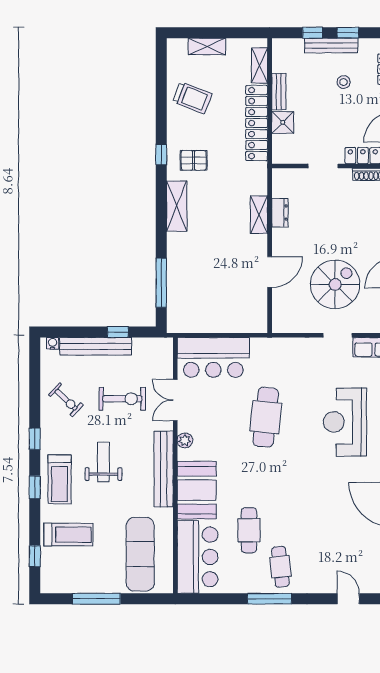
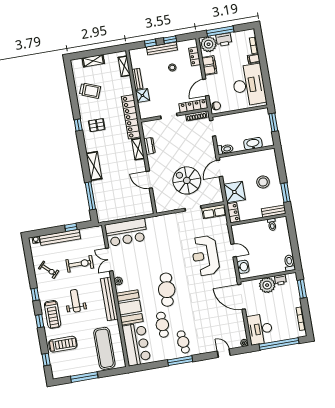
locker: (257, 123) -> (131, 117), moved
shelving: (177, 206) -> (94, 166), moved
door: (270, 272) -> (149, 180), swing flipped
spiral stairs: (335, 284) -> (187, 180), turned -90
cafe table: (266, 417) -> (167, 290), moved

